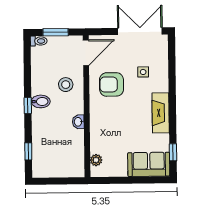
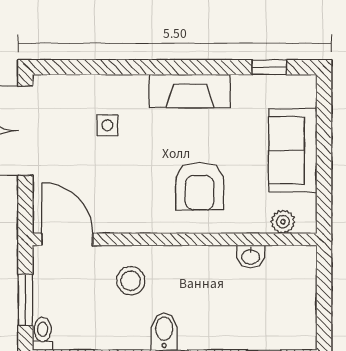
armchair: (112, 84) -> (200, 186), moved
washbasin: (78, 122) -> (251, 256), moved
sofa: (149, 164) -> (293, 150), moved

